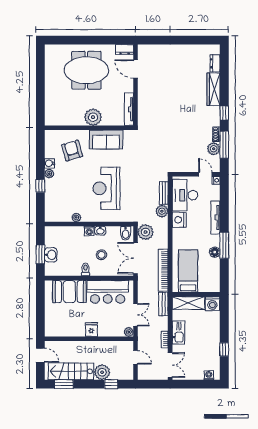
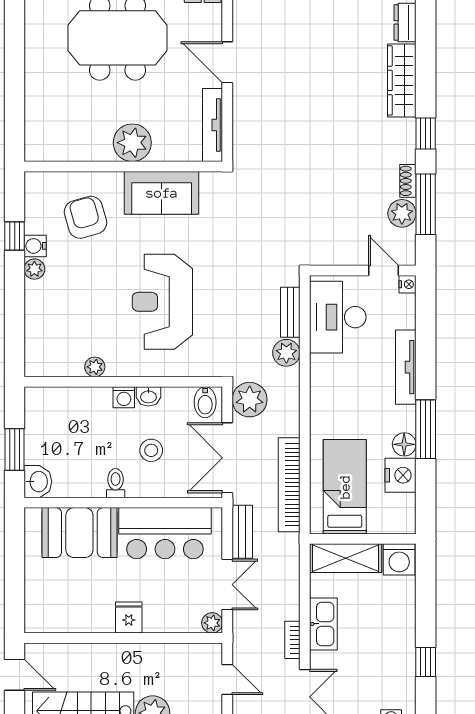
door: (136, 69) -> (227, 62), moved
window: (40, 186) -> (15, 236), moved
nightstand: (179, 220) -> (401, 475), moved, turned 180
washbasin: (51, 255) -> (38, 482), moved
bench: (163, 304) -> (242, 532), moved

